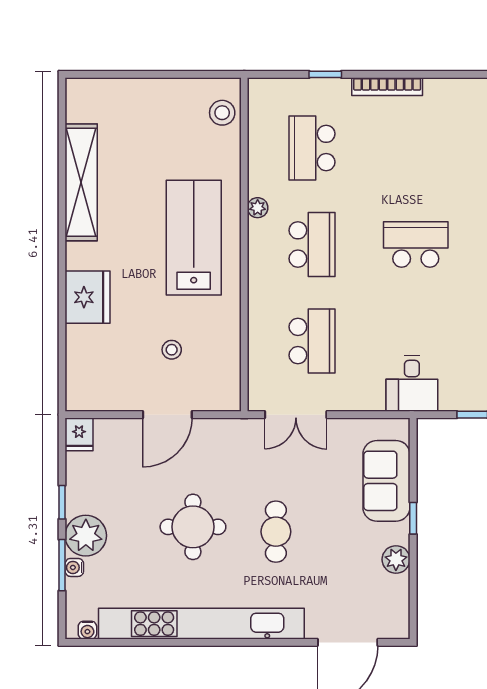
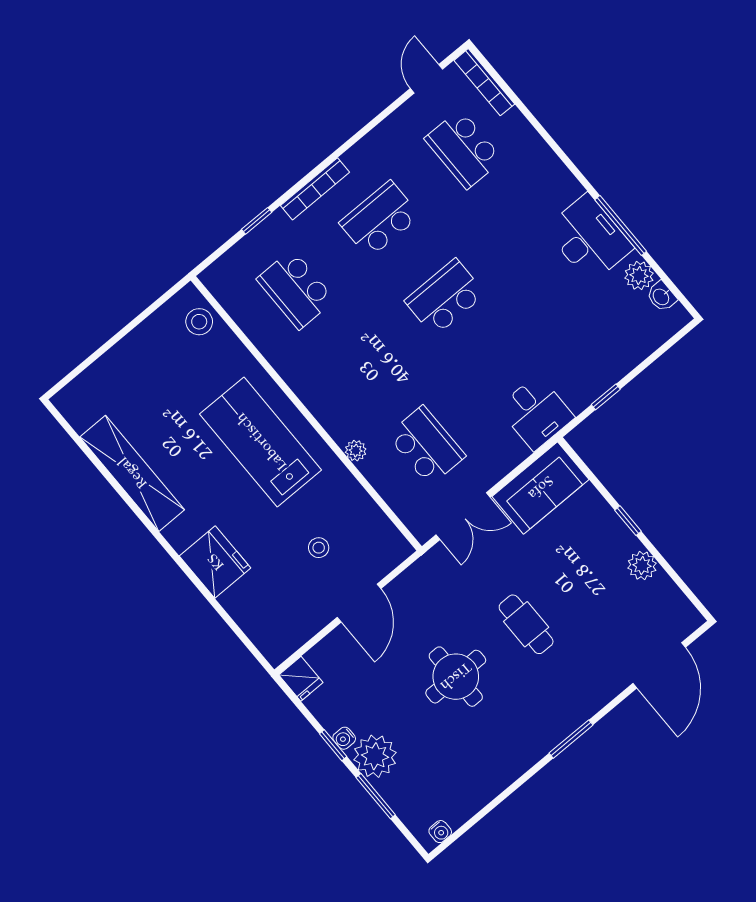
plant: (258, 208) -> (356, 451), moved
school desk: (312, 244) -> (380, 219), moved, turned -90
sofa: (386, 481) -> (541, 488), moved, turned -90
water cooler: (74, 567) -> (344, 738), moved
kitchen unit: (201, 624) -> (528, 749), removed
window: (239, 642) -> (571, 739), added

